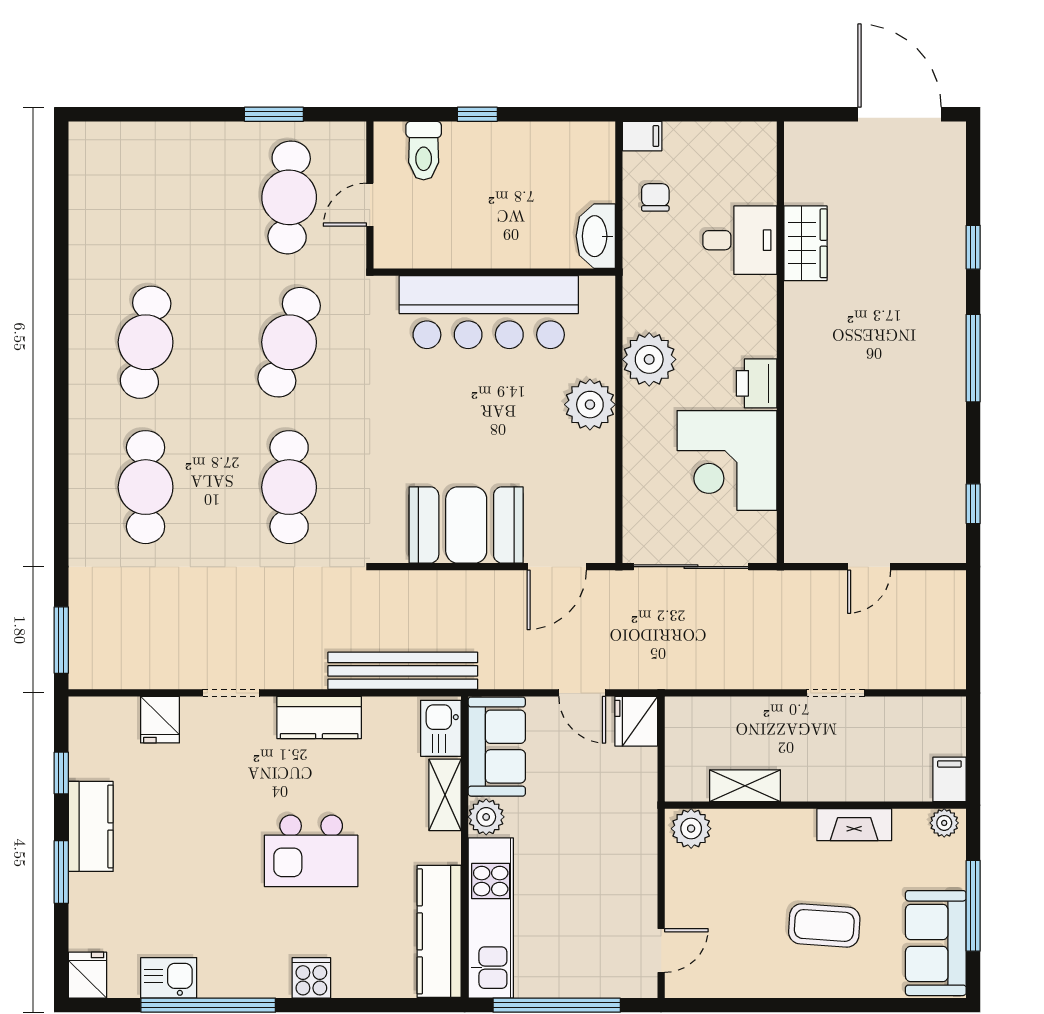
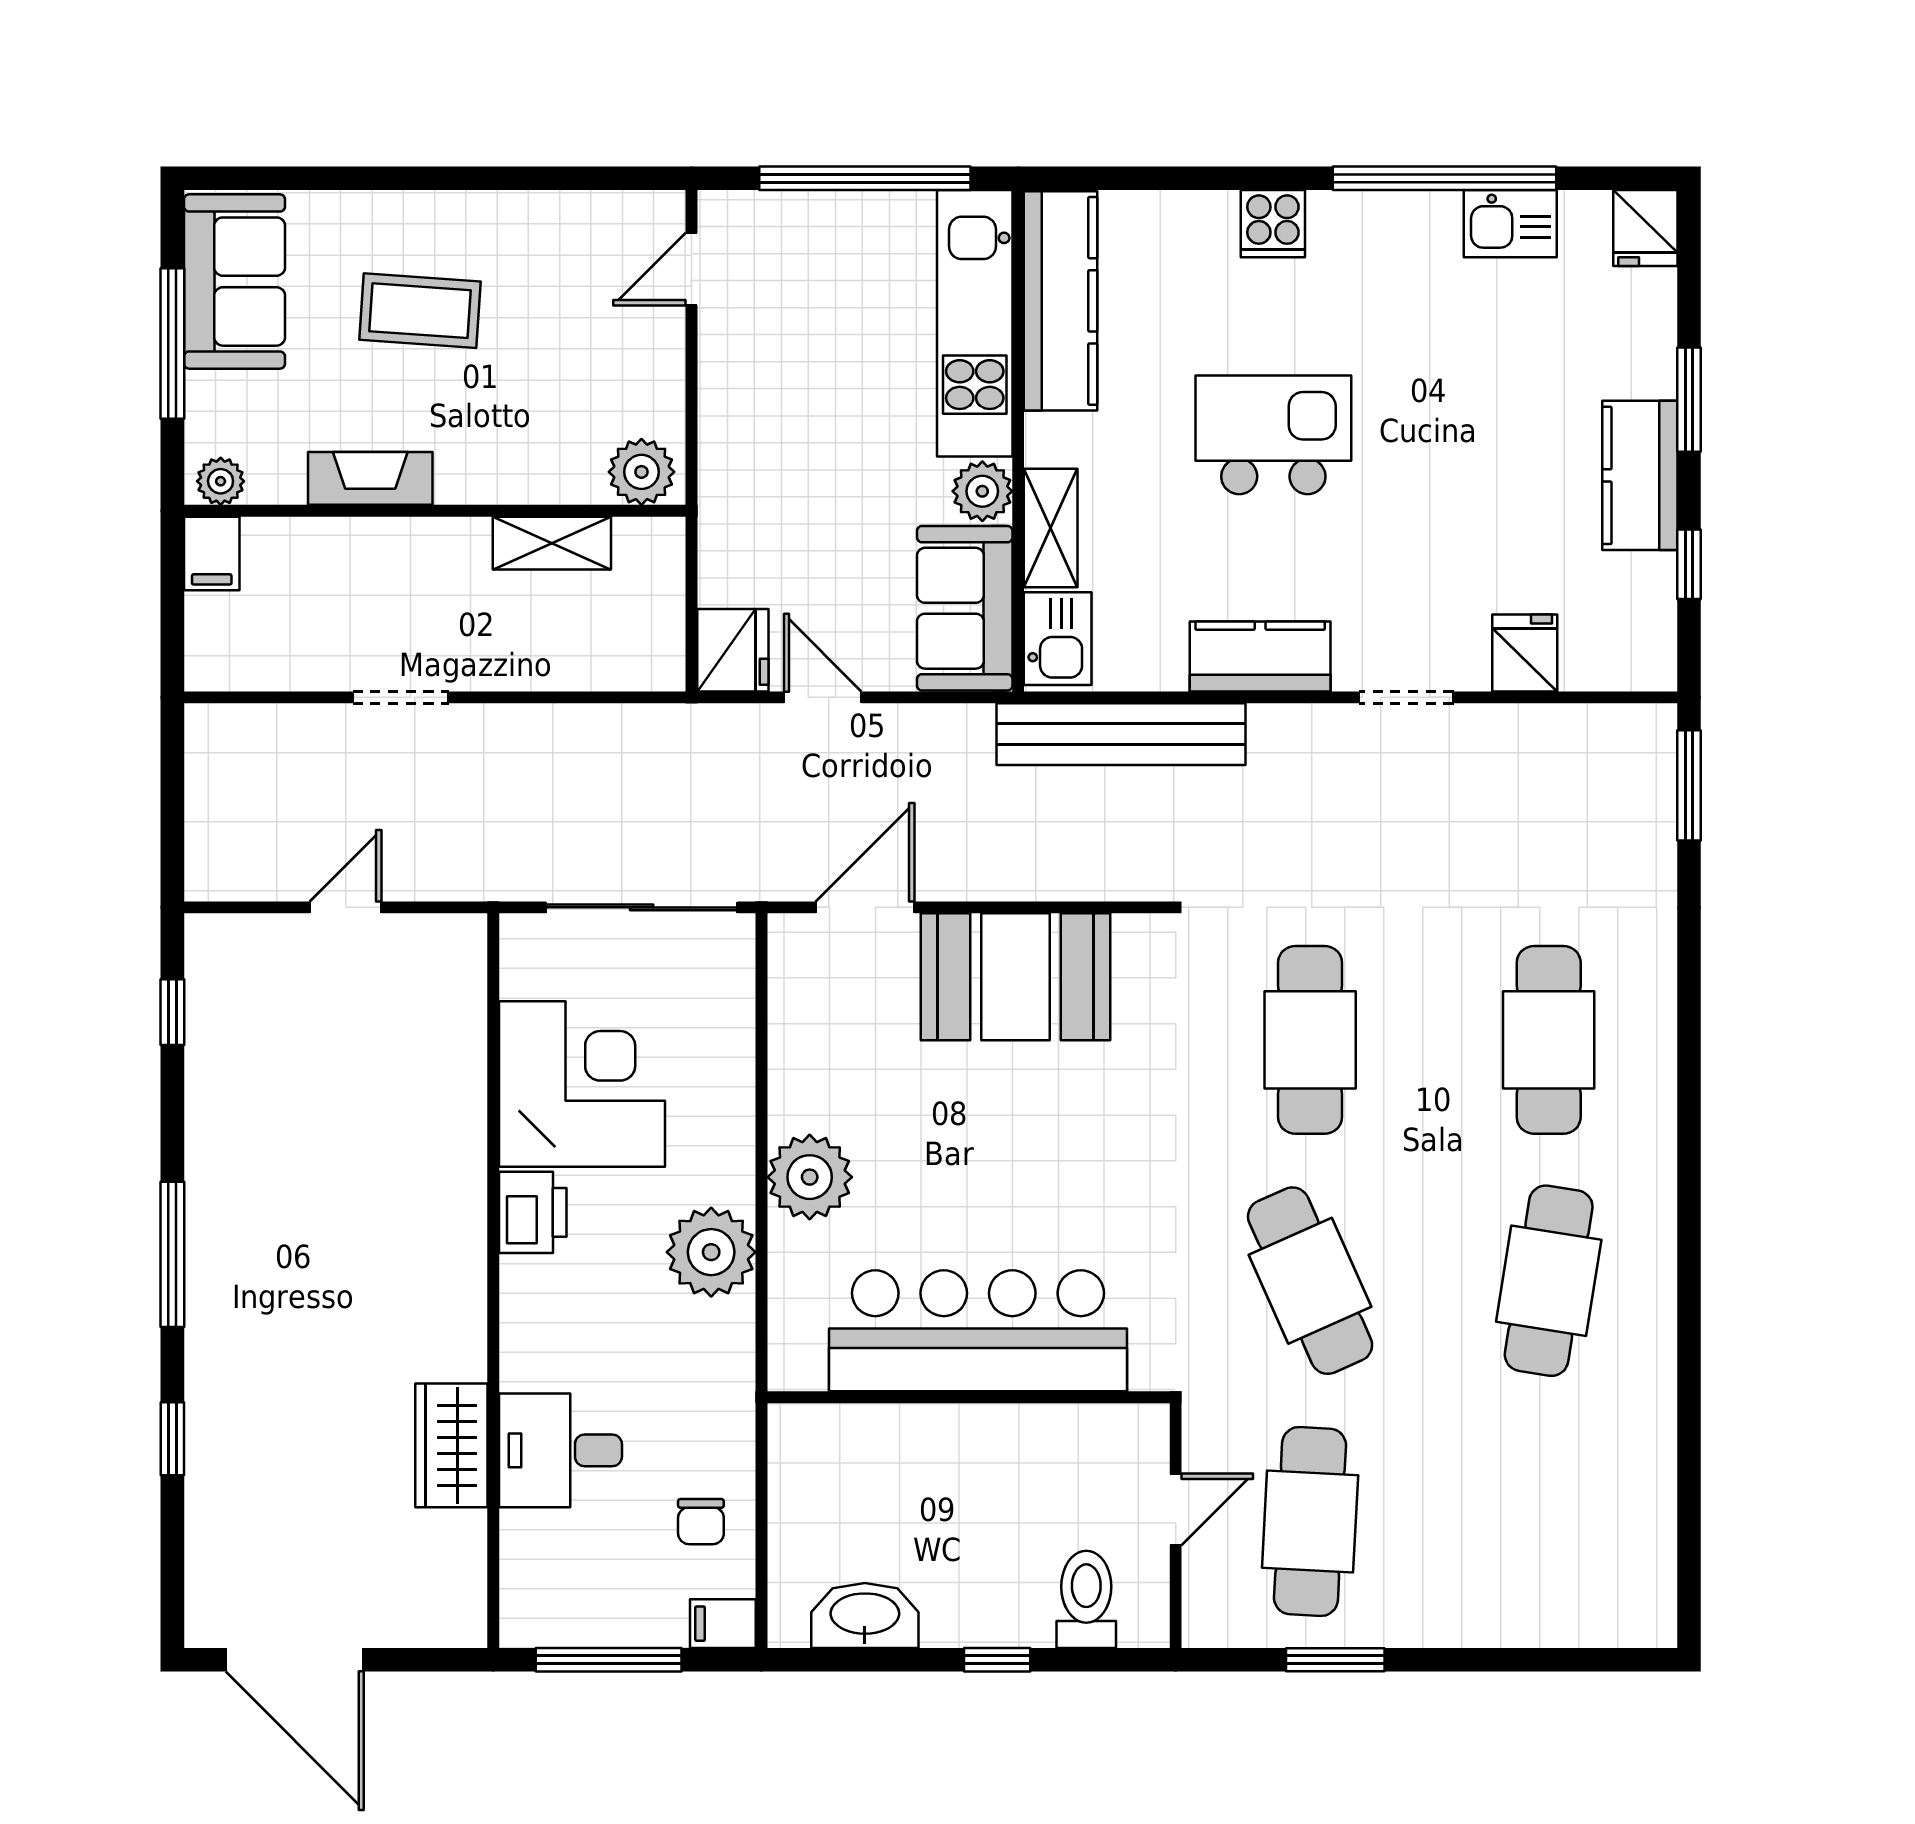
window: (711, 114) -> (609, 1660), added
washbasin: (596, 236) -> (865, 1615), moved, turned -90
cafe table: (289, 342) -> (1310, 1281), turned -42

